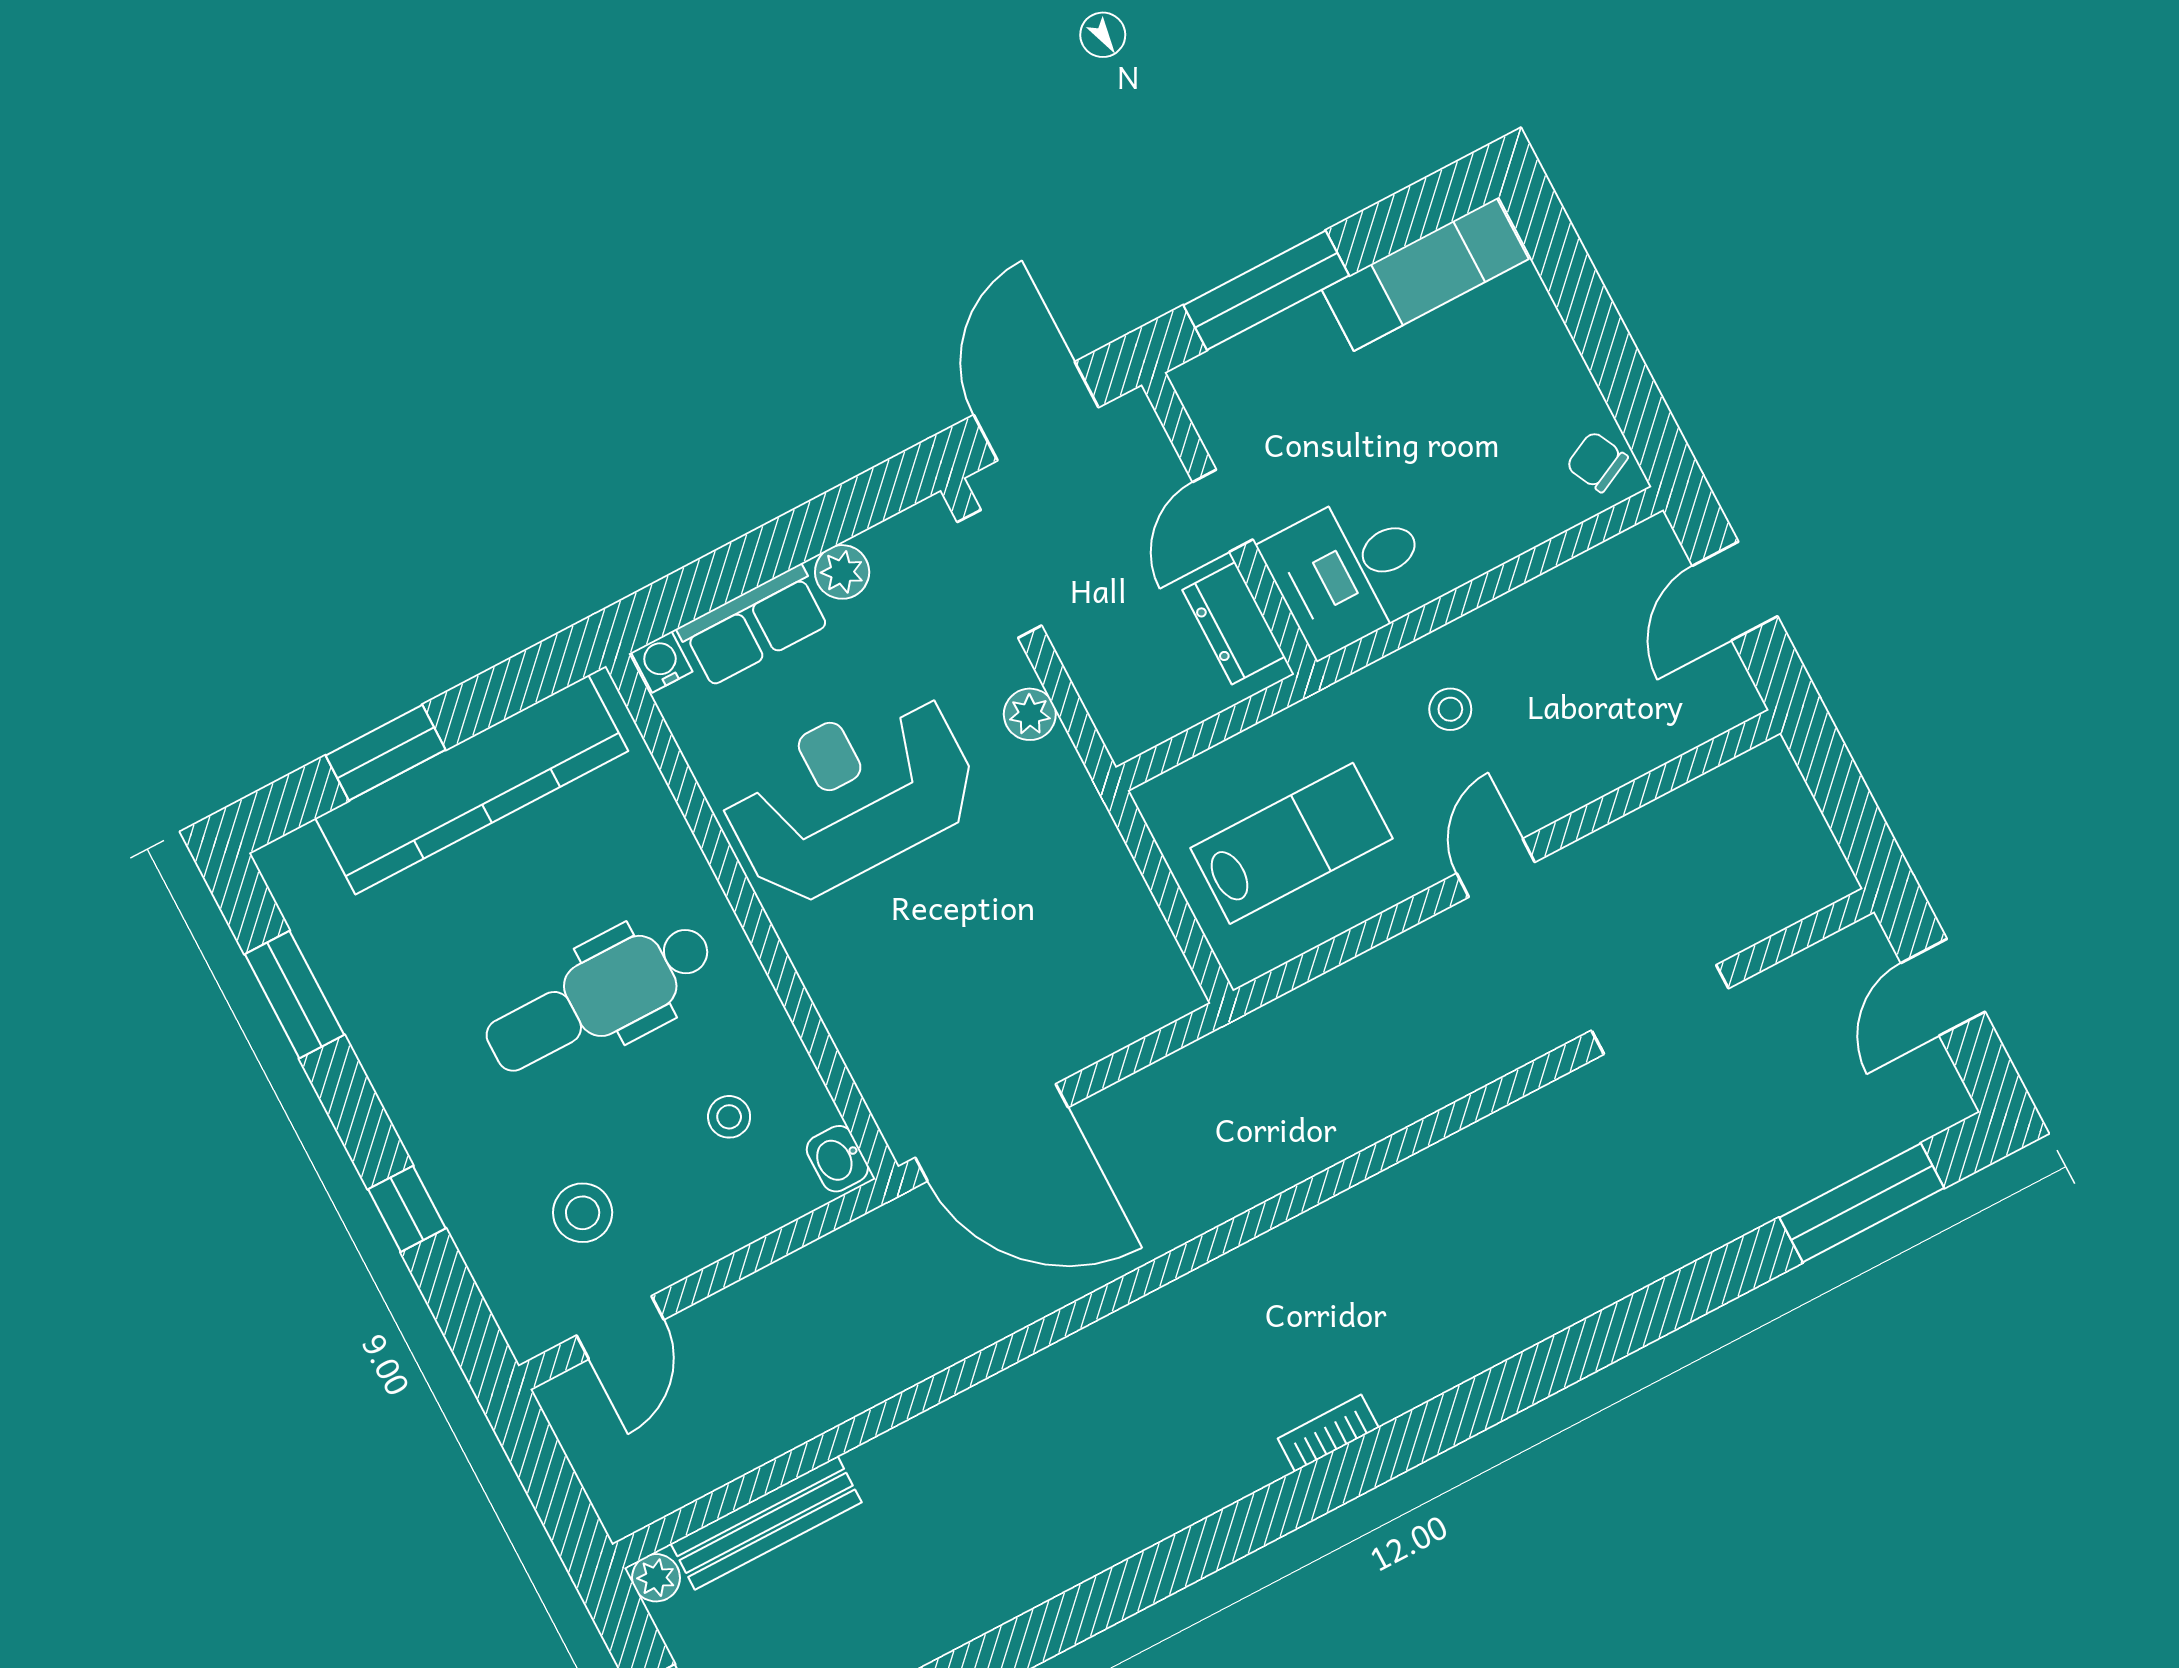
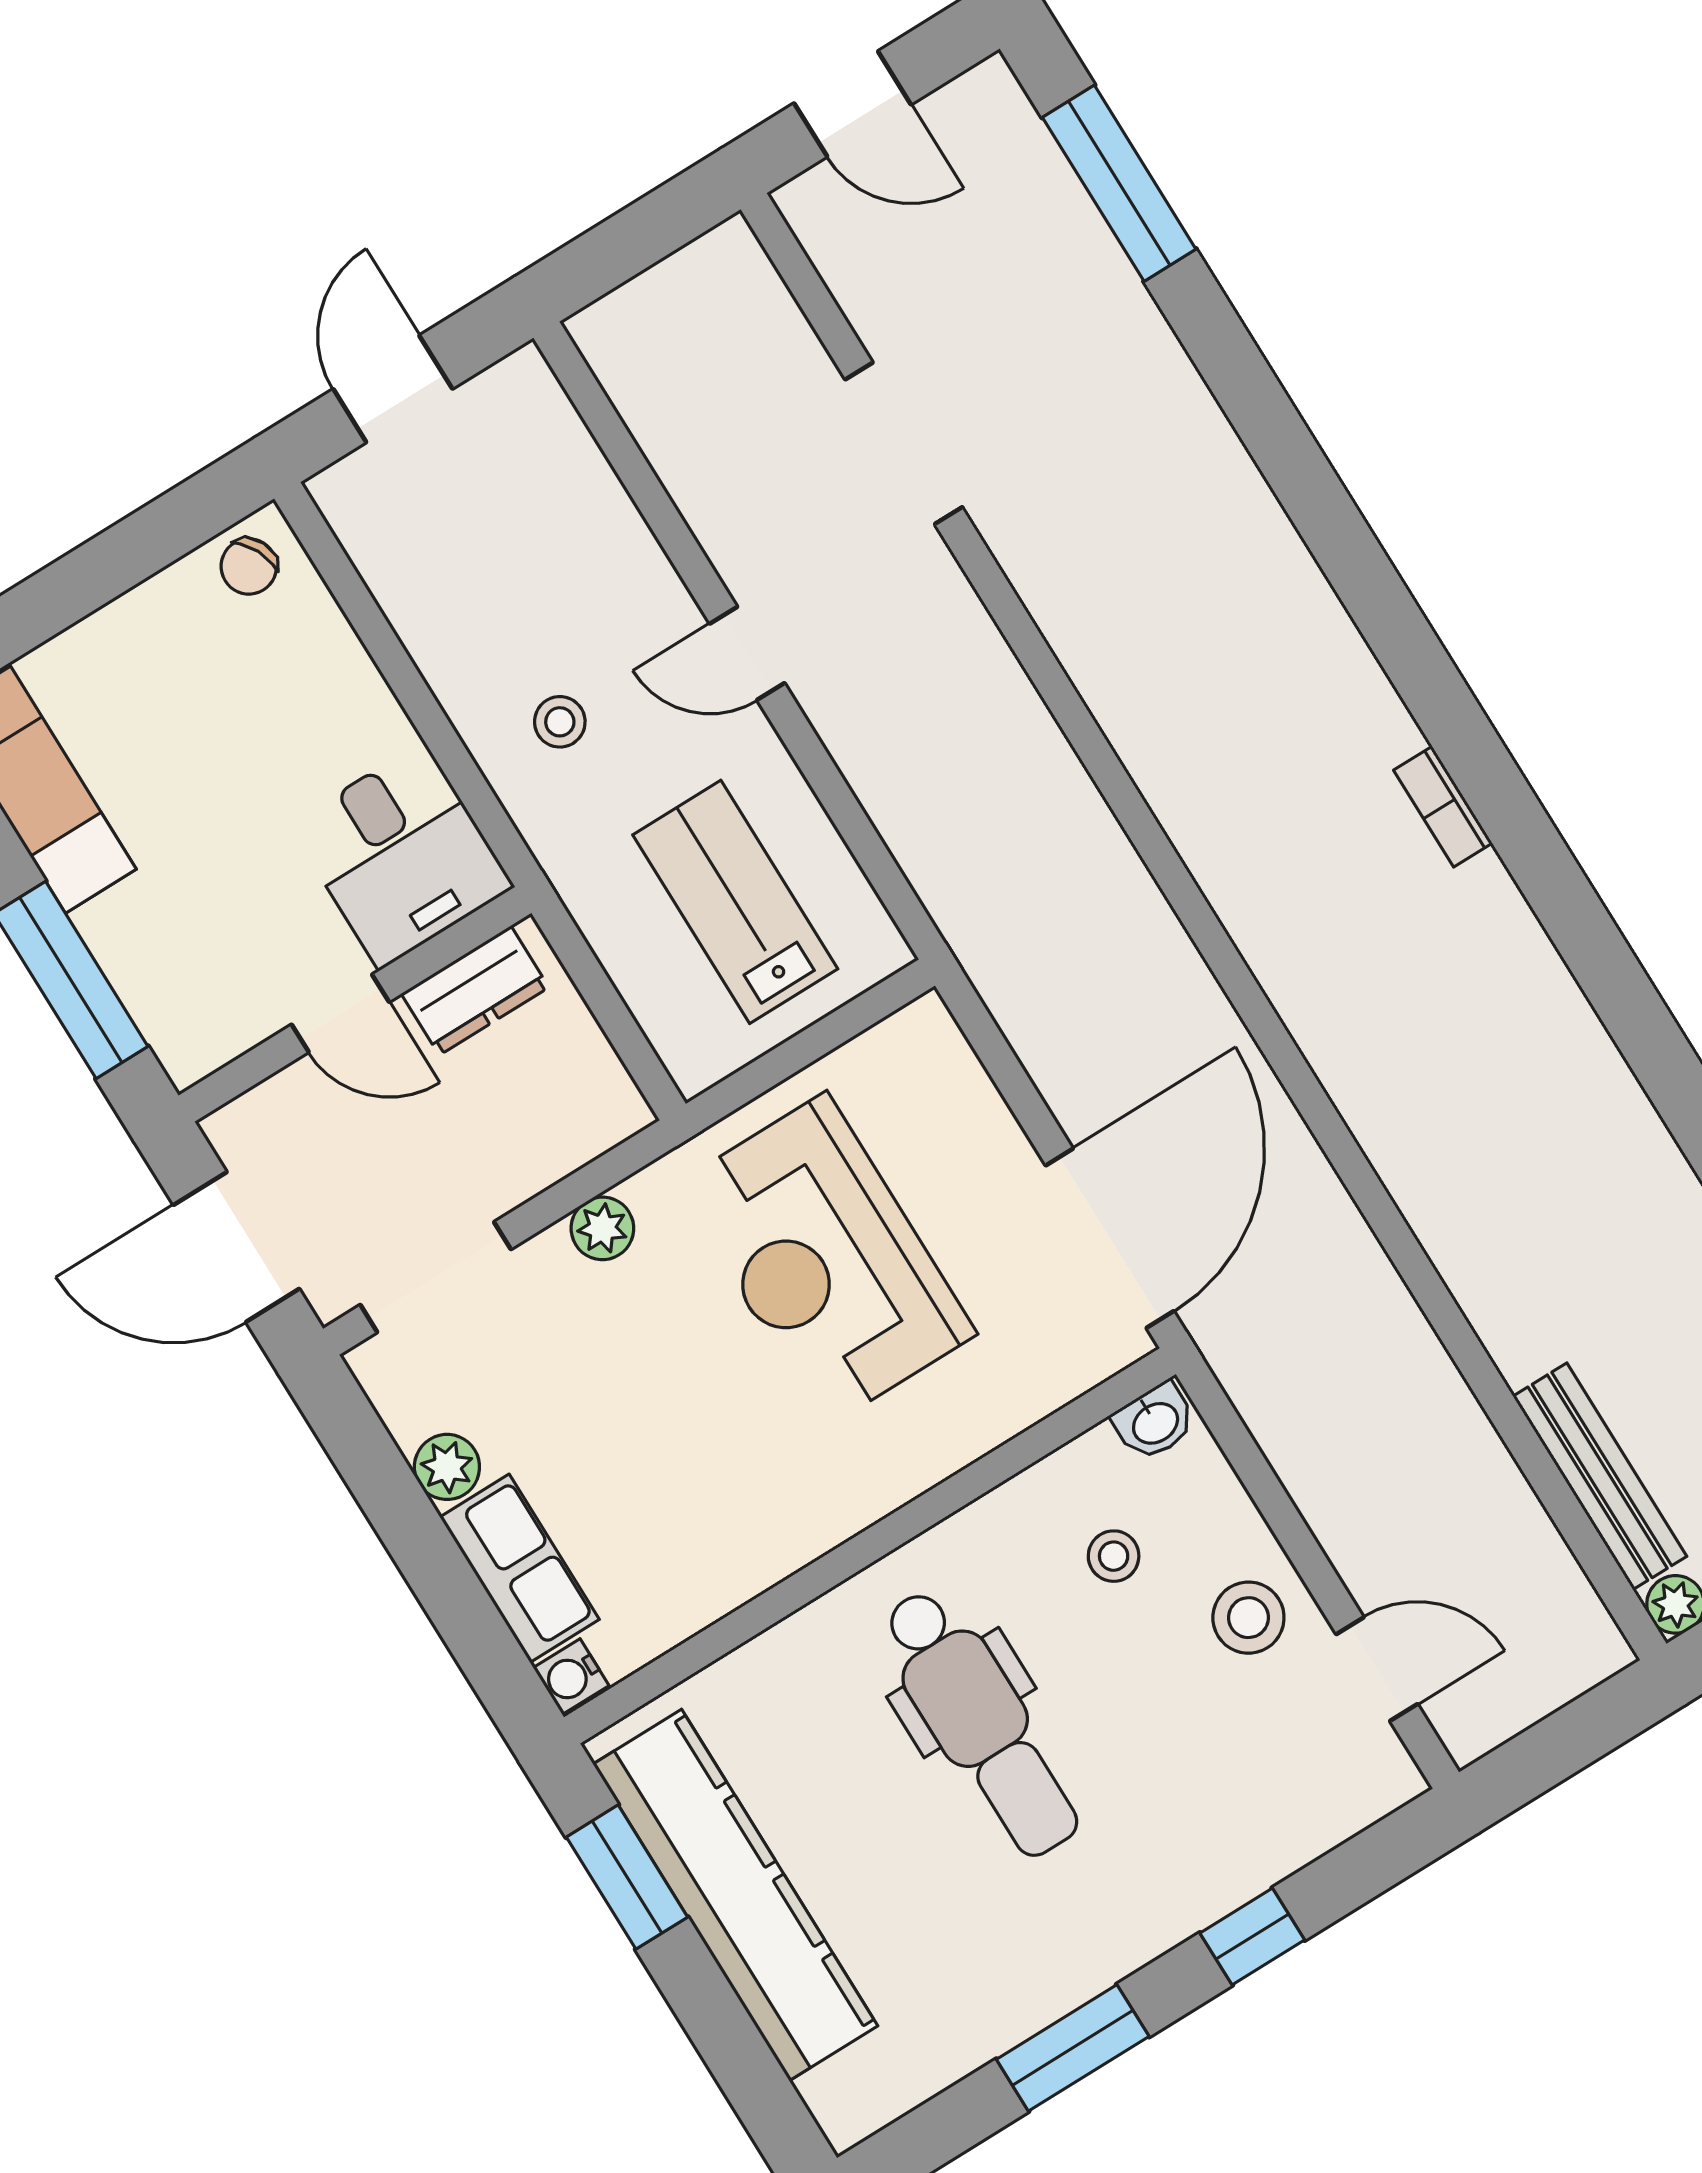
door: (1735, 591) -> (393, 389), swing flipped
window: (386, 753) -> (627, 1877), moved
reception desk: (850, 795) -> (826, 1260), moved
window: (294, 995) -> (1073, 2048), moved
stool: (583, 1213) -> (1248, 1618), moved

